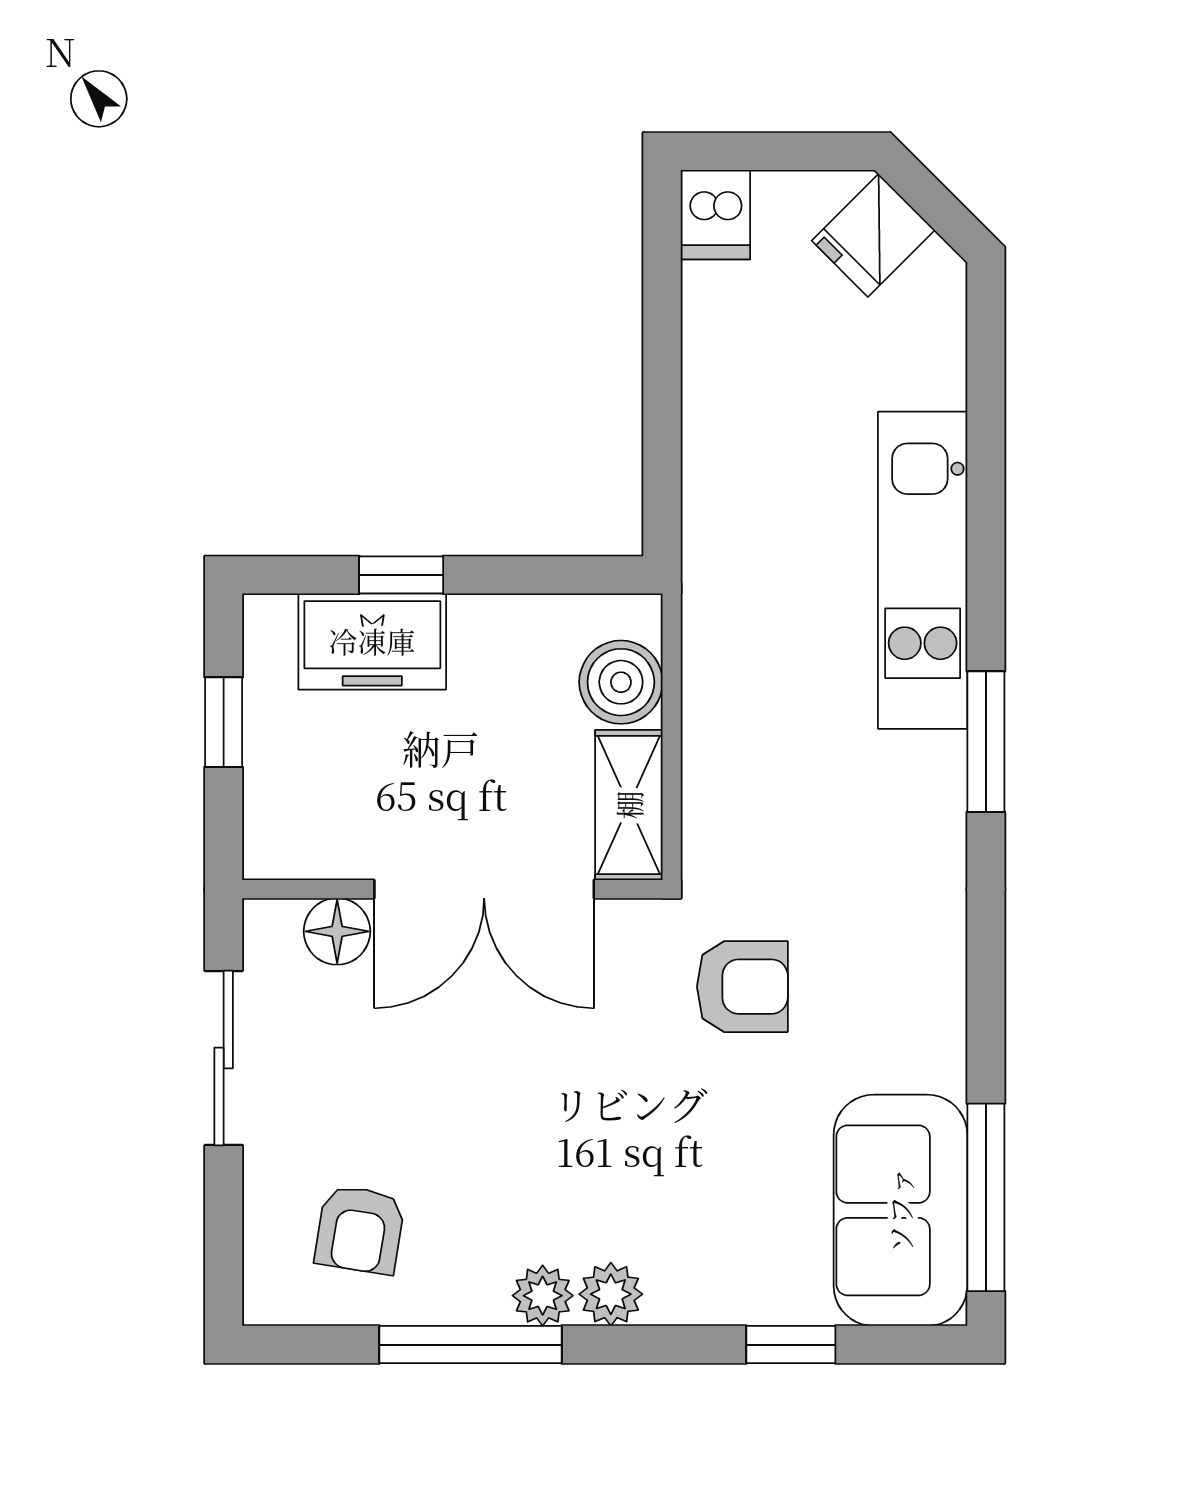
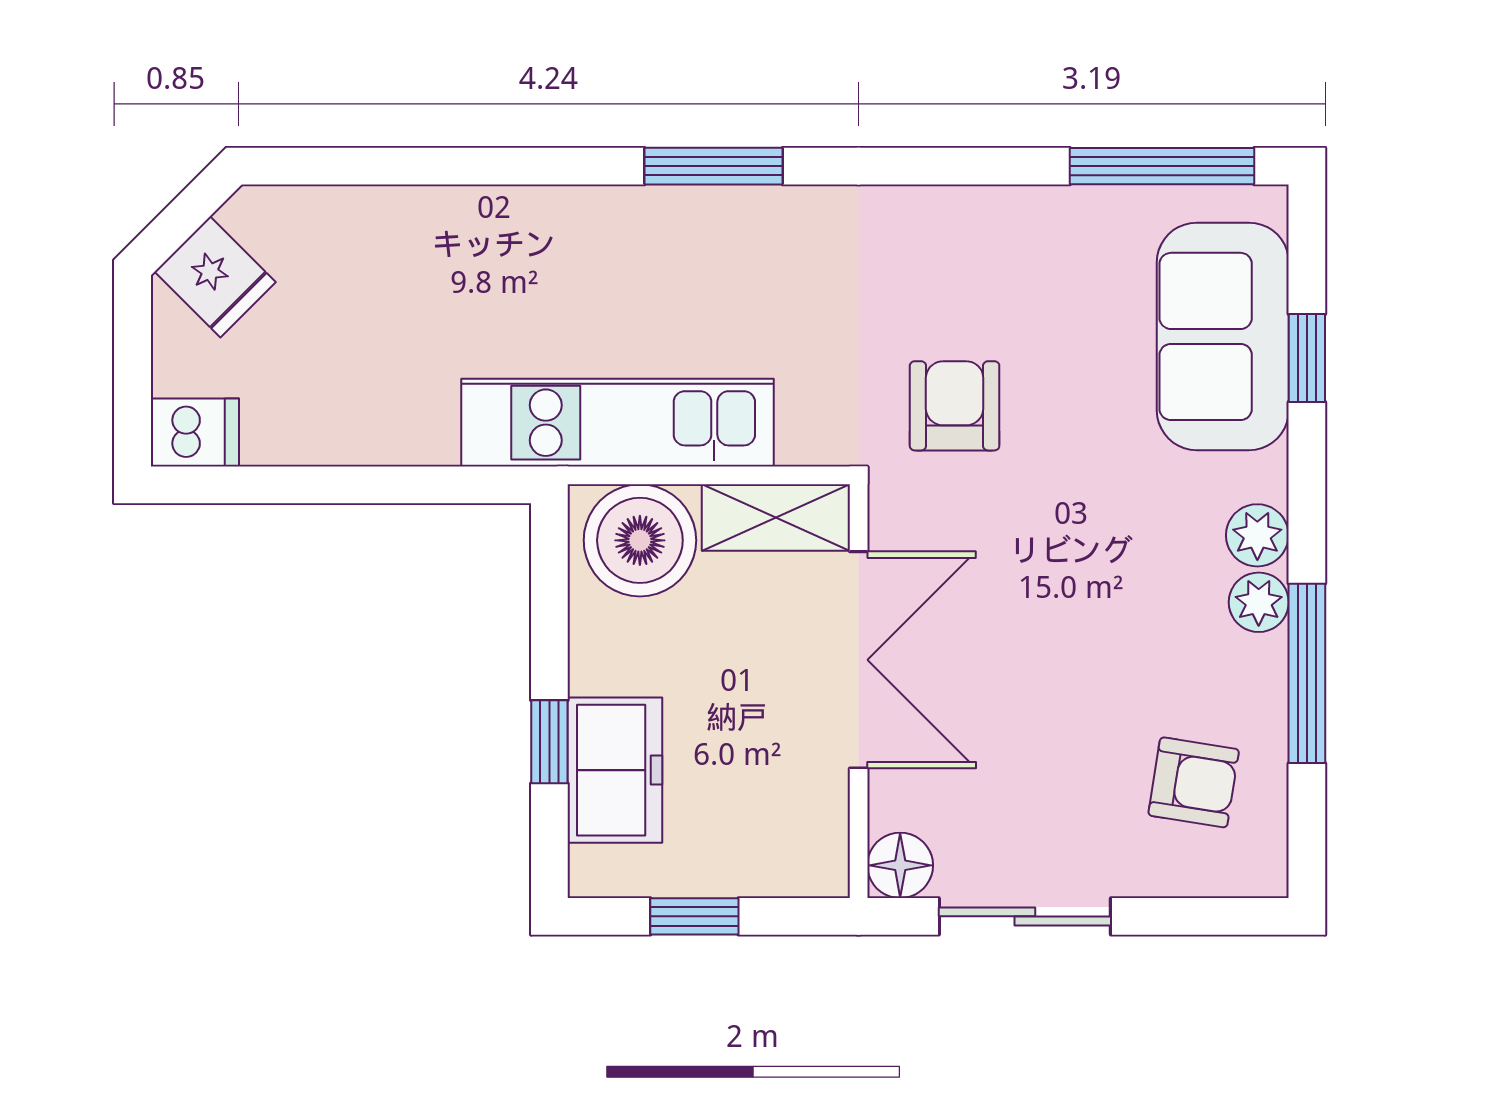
kitchen unit: (923, 570) -> (618, 423), moved, turned 180
boiler: (621, 682) -> (640, 540), width x1.37, depth x1.37
floor lamp: (337, 931) -> (900, 865), moved
sofa: (900, 1210) -> (1223, 336), moved, turned 90

